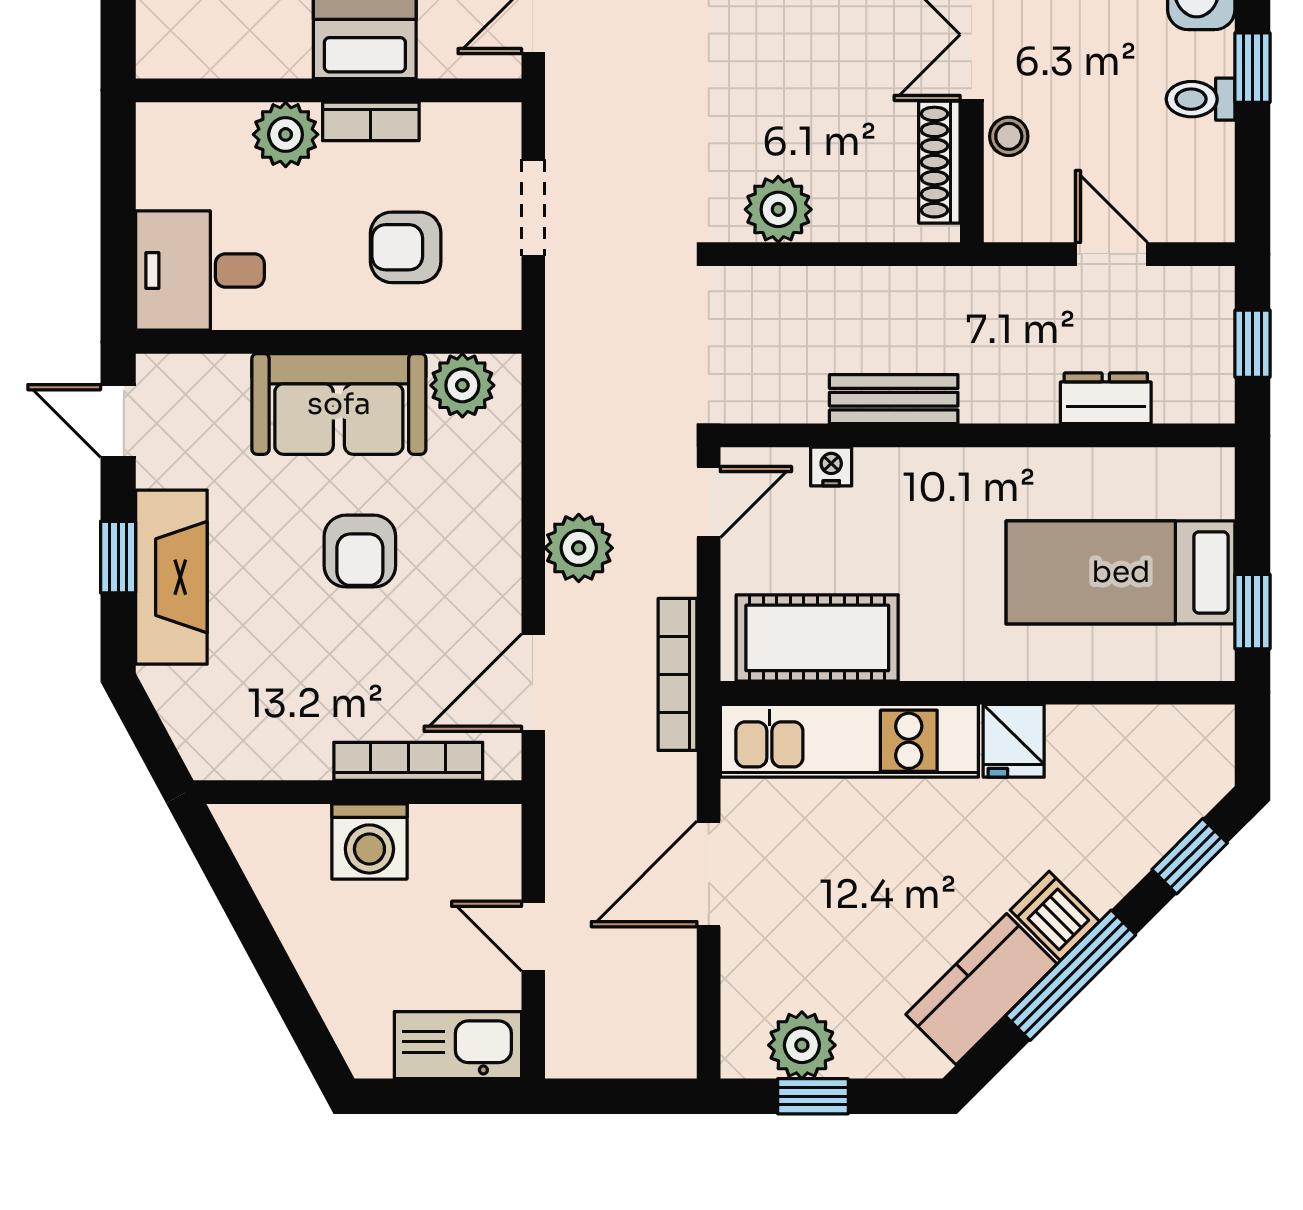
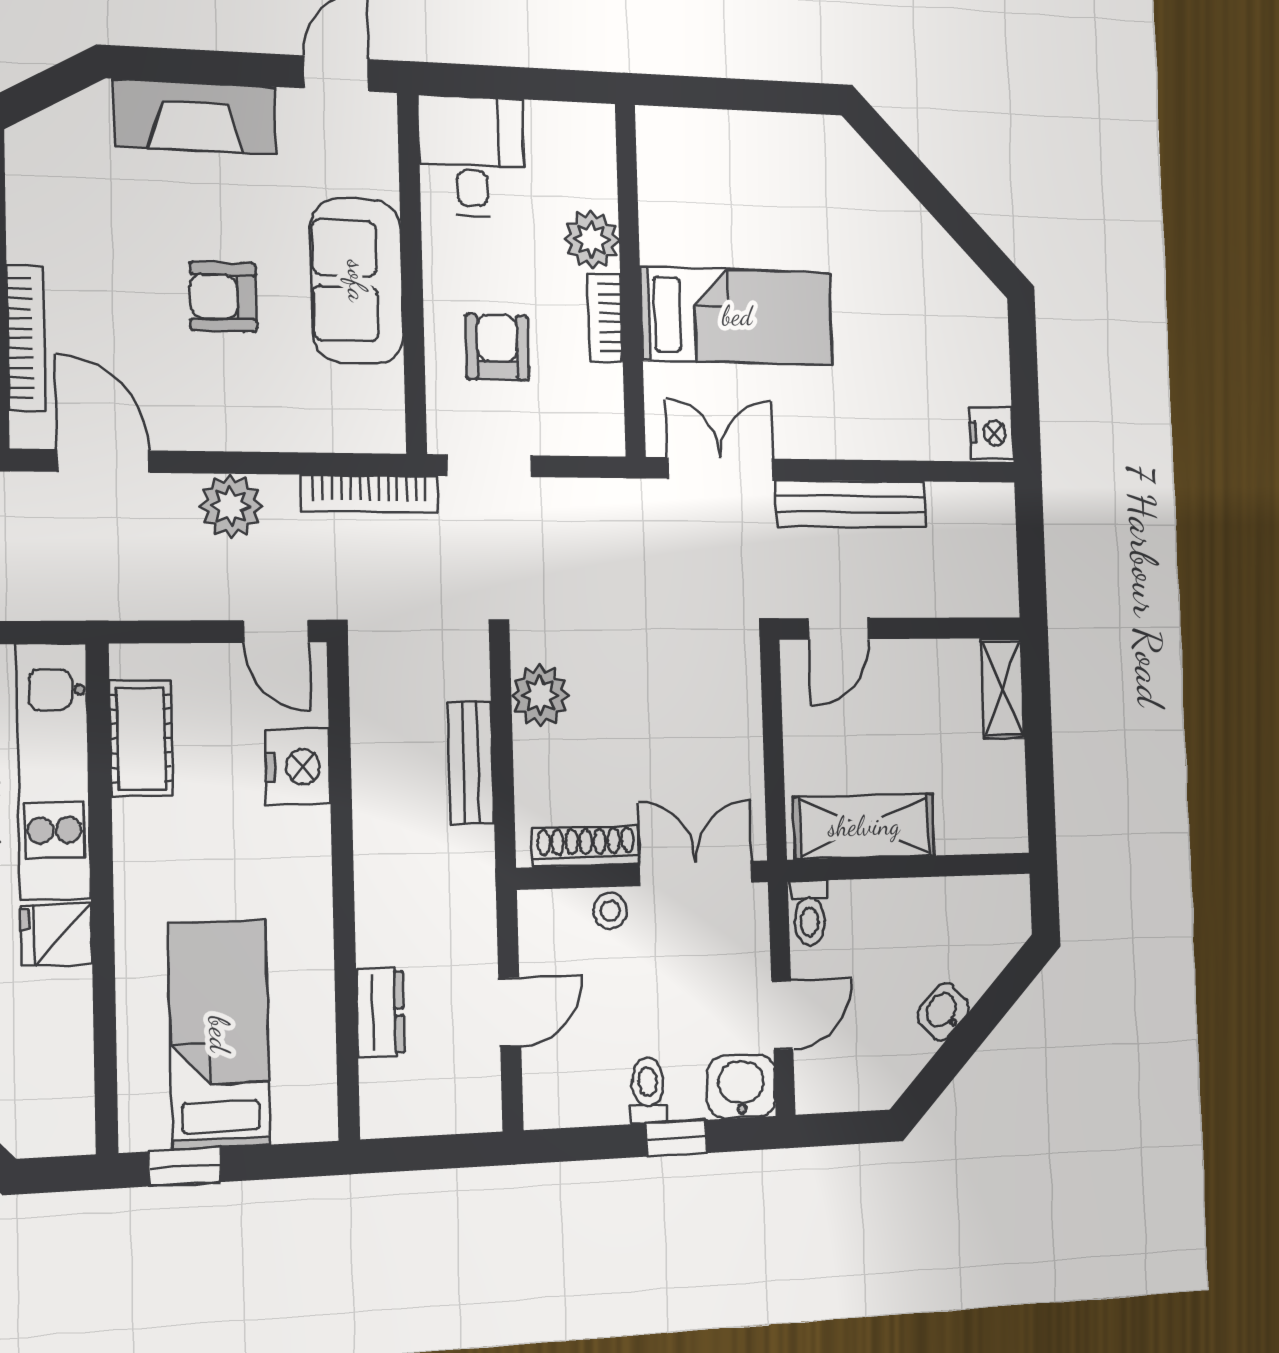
doorway: (533, 208) -> (489, 466), moved
window: (1253, 344) -> (433, 1152), removed
plant: (462, 385) -> (376, 398), removed
bench: (894, 399) -> (471, 762), moved
nightstand: (831, 467) -> (298, 767), width x1.89, depth x1.79
window: (118, 557) -> (213, 67), removed
cot: (817, 638) -> (141, 738), width x0.73, depth x0.75
bookcase: (678, 674) -> (369, 494), moved, turned 180

